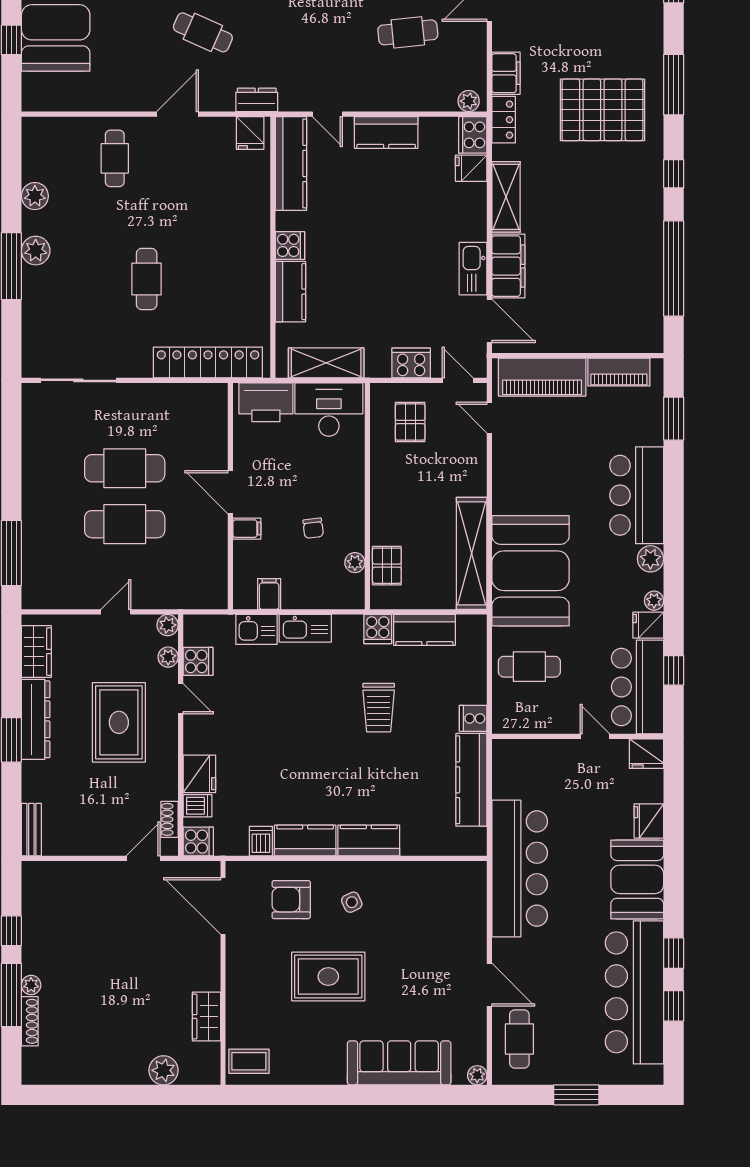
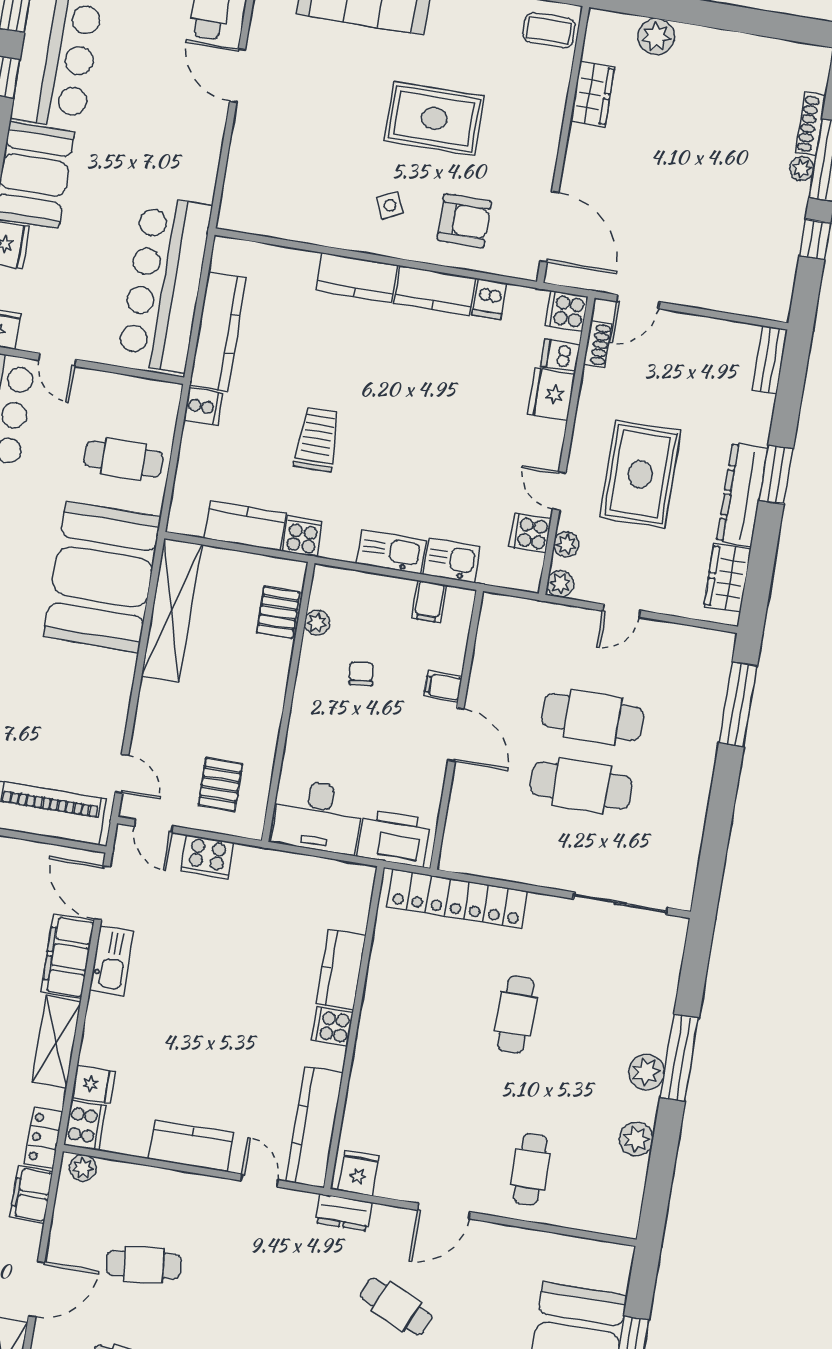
shelving: (326, 363) -> (312, 874), removed
bar counter: (520, 868) -> (165, 284), moved

